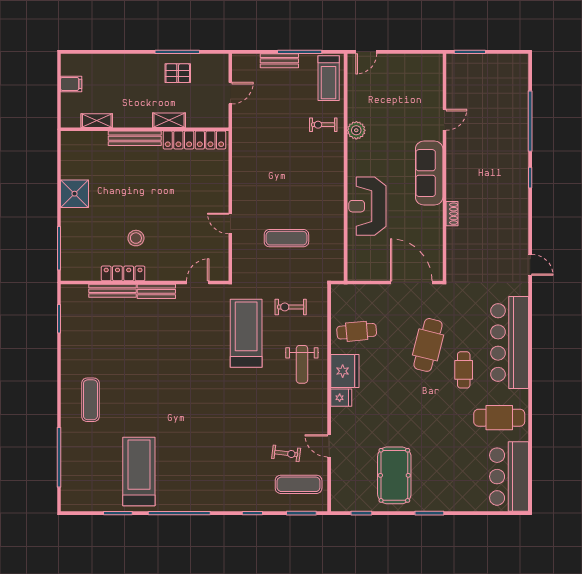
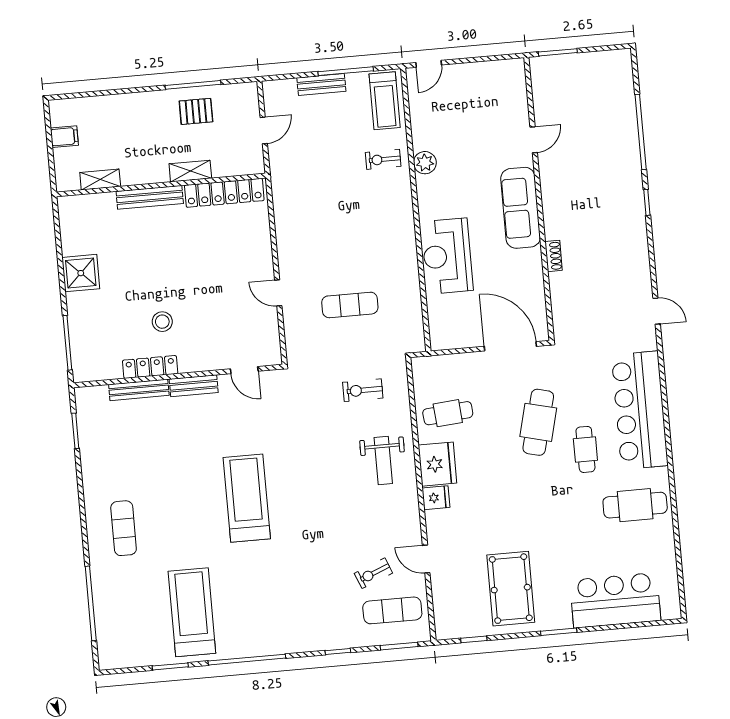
door: (198, 282) -> (244, 370), swing flipped
treadmill: (246, 333) -> (247, 498), moved
exercise bike: (286, 453) -> (373, 573), turned 151
bar counter: (509, 477) -> (615, 600), moved, turned 90

